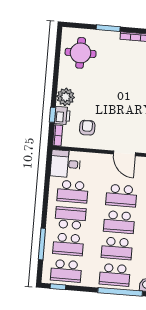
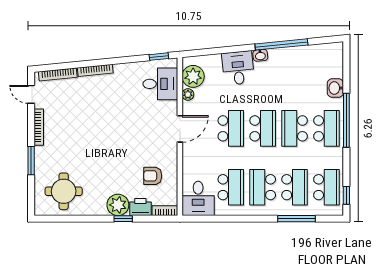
window: (53, 115) -> (123, 219), moved
school desk: (117, 248) -> (295, 128), turned 180

